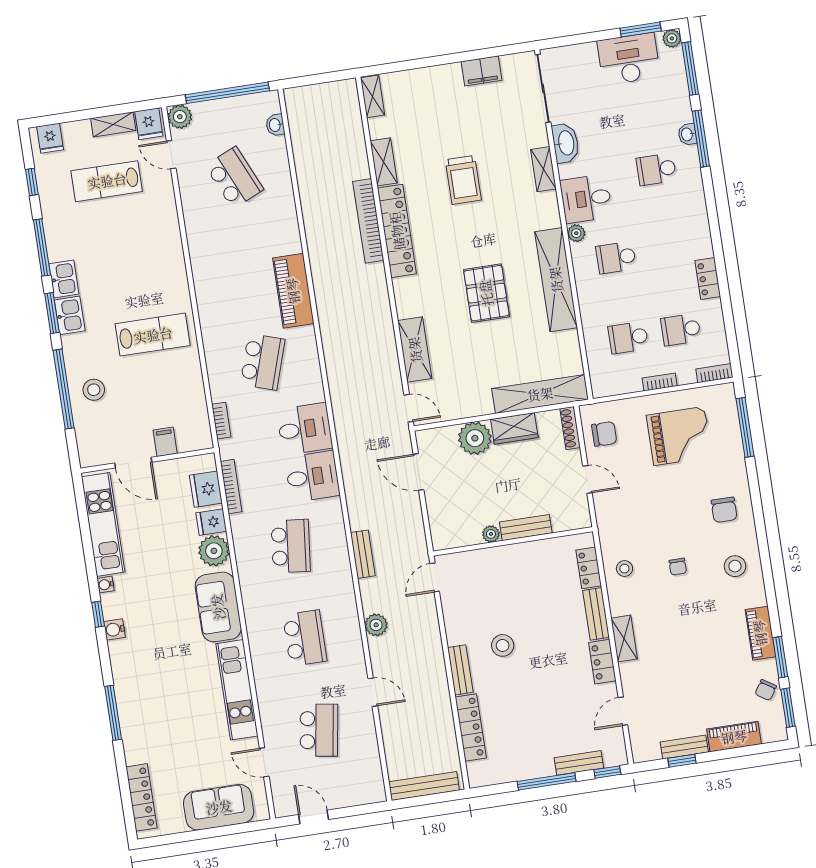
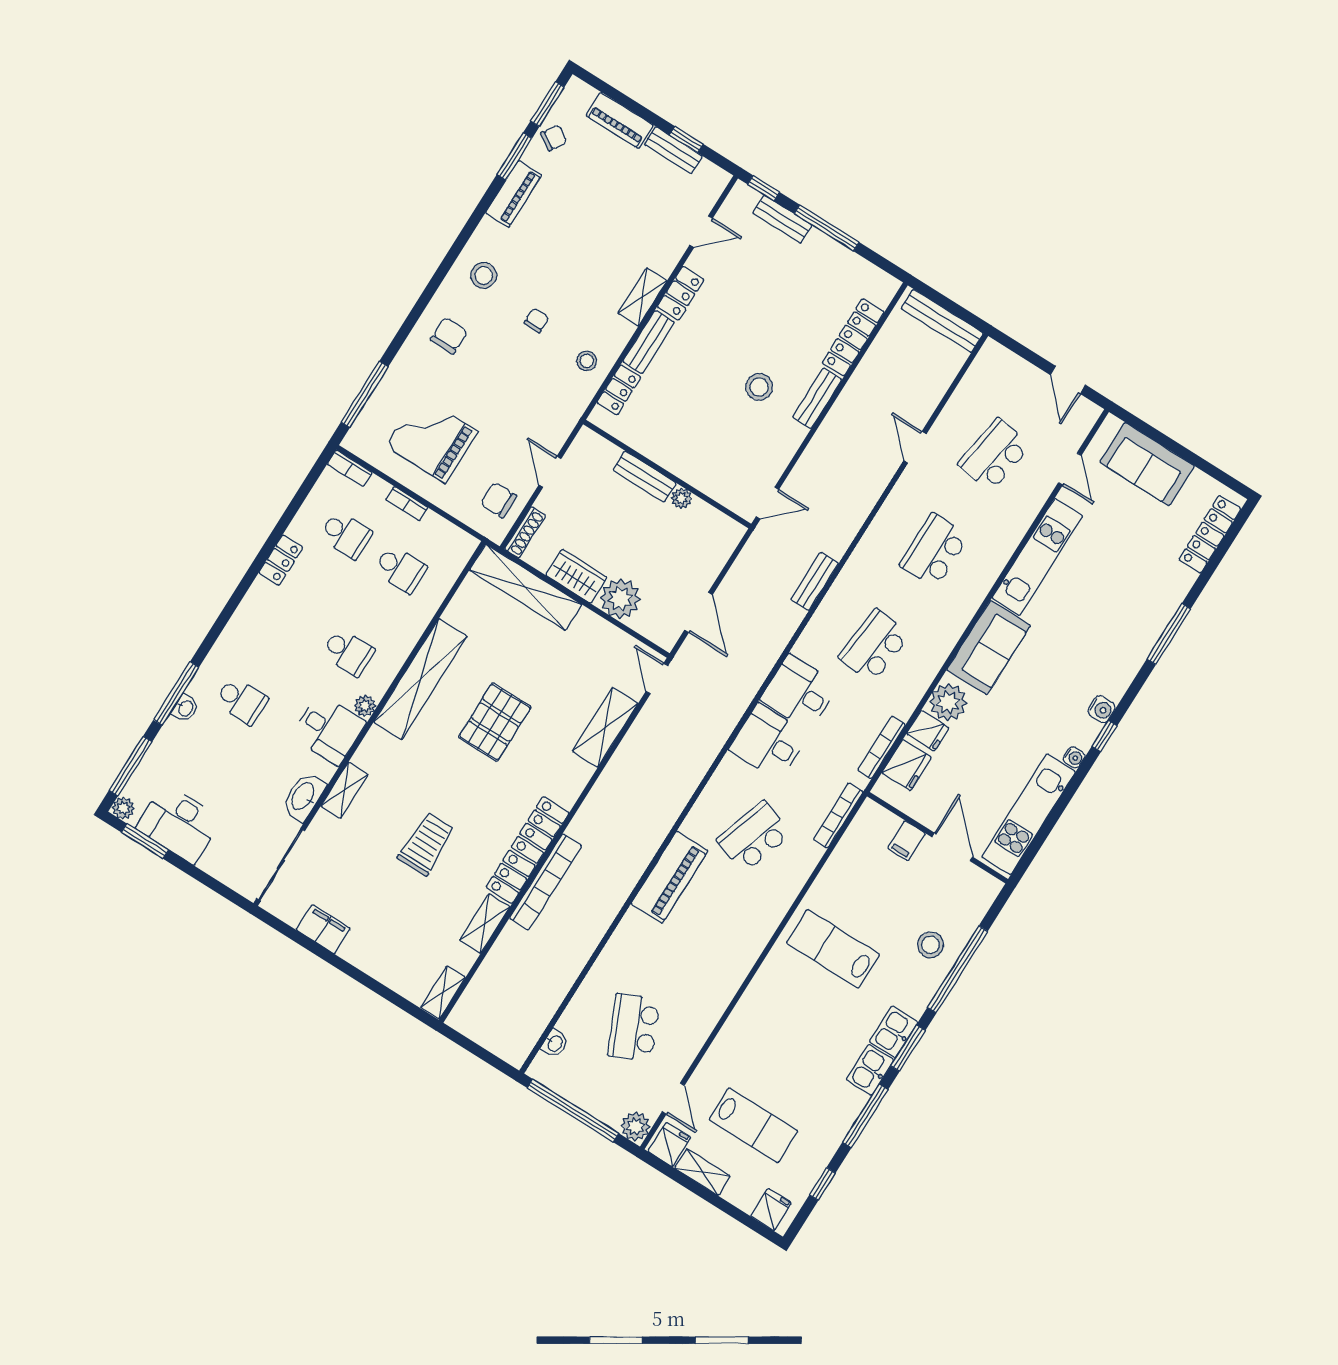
bookcase: (221, 421) -> (838, 816), width x1.56
plant: (376, 625) -> (859, 506), removed

